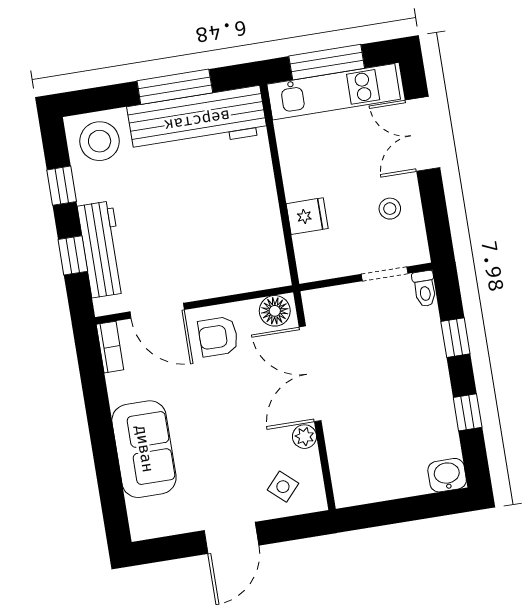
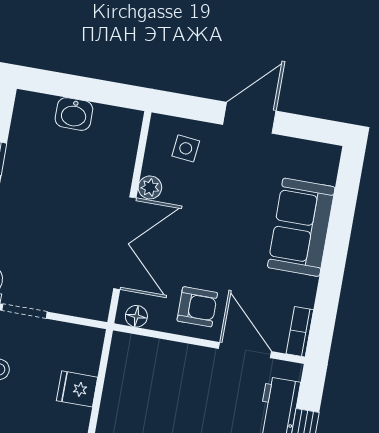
floor lamp: (275, 311) -> (136, 316), width x0.73, depth x0.73
washbasin: (447, 475) -> (74, 114), moved
side table: (283, 487) -> (186, 148), turned -36

